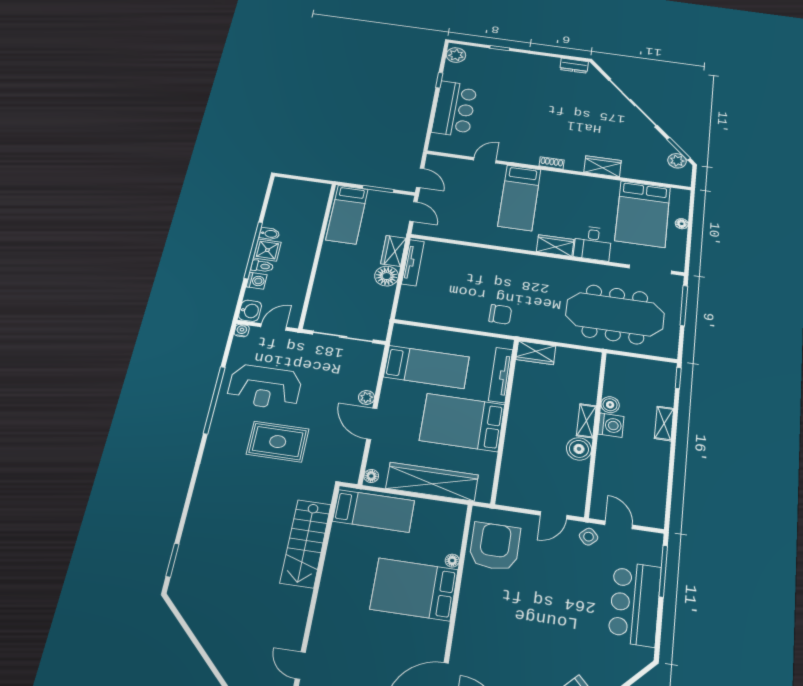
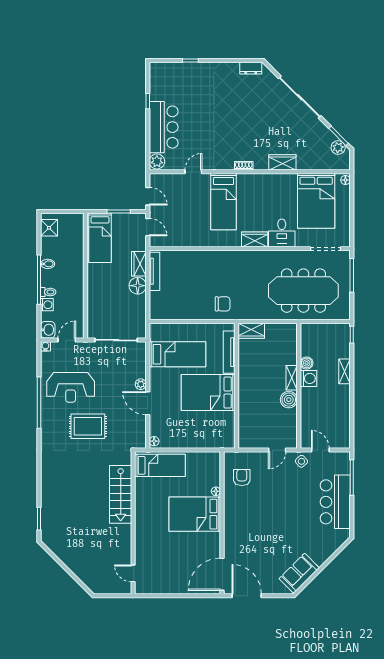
plant: (456, 55) -> (157, 161), moved
floor lamp: (682, 224) -> (345, 180), moved
shower: (267, 250) -> (49, 228), moved
wardrobe: (432, 482) -> (195, 439), removed
armchair: (495, 546) -> (242, 477), width x0.53, depth x0.53

